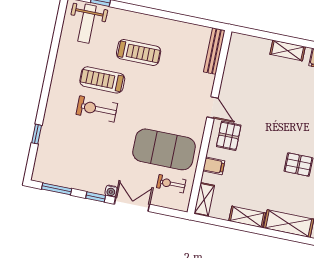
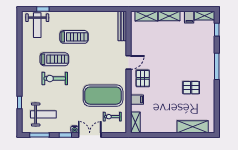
treadmill: (102, 80) -> (54, 59), turned 180
door: (212, 107) -> (129, 62), hinge flipped
weight bench: (69, 159) -> (43, 114), added
shelving: (247, 217) -> (146, 16), moved

